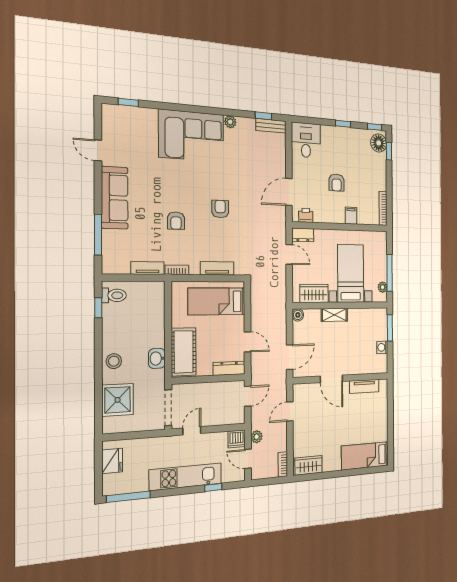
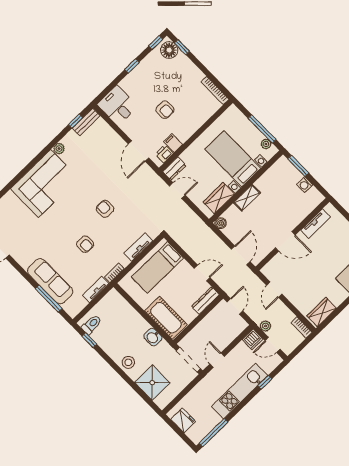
sofa: (115, 198) -> (50, 281), moved
filing cabinet: (351, 216) -> (173, 143), moved

